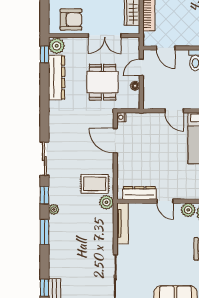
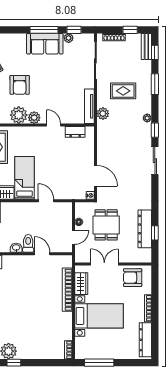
plant: (57, 46) -> (145, 255), removed
door: (166, 48) -> (42, 254), moved
window: (44, 54) -> (155, 233), moved
rug: (95, 184) -> (123, 91), moved
dresser: (139, 193) -> (75, 132), width x0.70
plant: (106, 202) -> (103, 114), moved
window: (44, 232) -> (155, 84), moved

